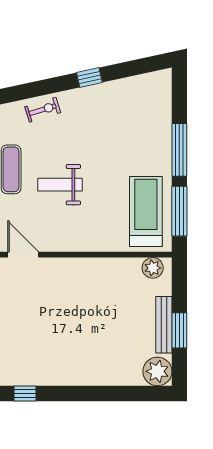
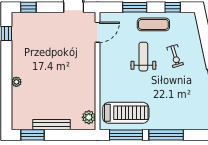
exercise bike: (43, 110) -> (175, 56), moved
window: (179, 330) -> (33, 135), moved
plant: (157, 371) -> (16, 82), moved, width x0.53, depth x0.53

